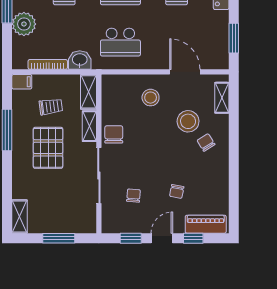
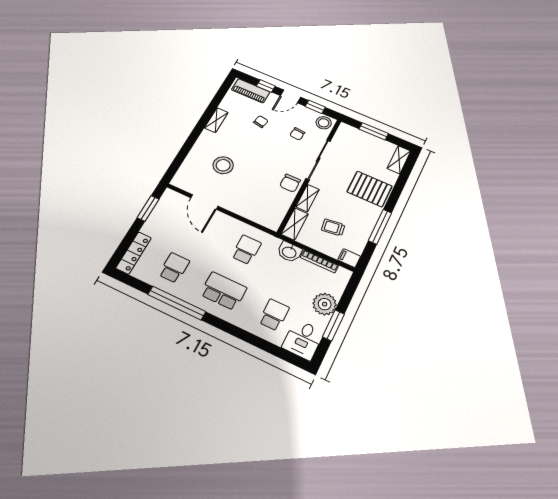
school desk: (120, 42) -> (246, 250), width x0.54
stool: (151, 98) -> (324, 123), moved
shelving: (222, 98) -> (216, 120), moved
chair: (206, 142) -> (217, 144), removed
pallet: (48, 148) -> (370, 189), moved, turned 90

